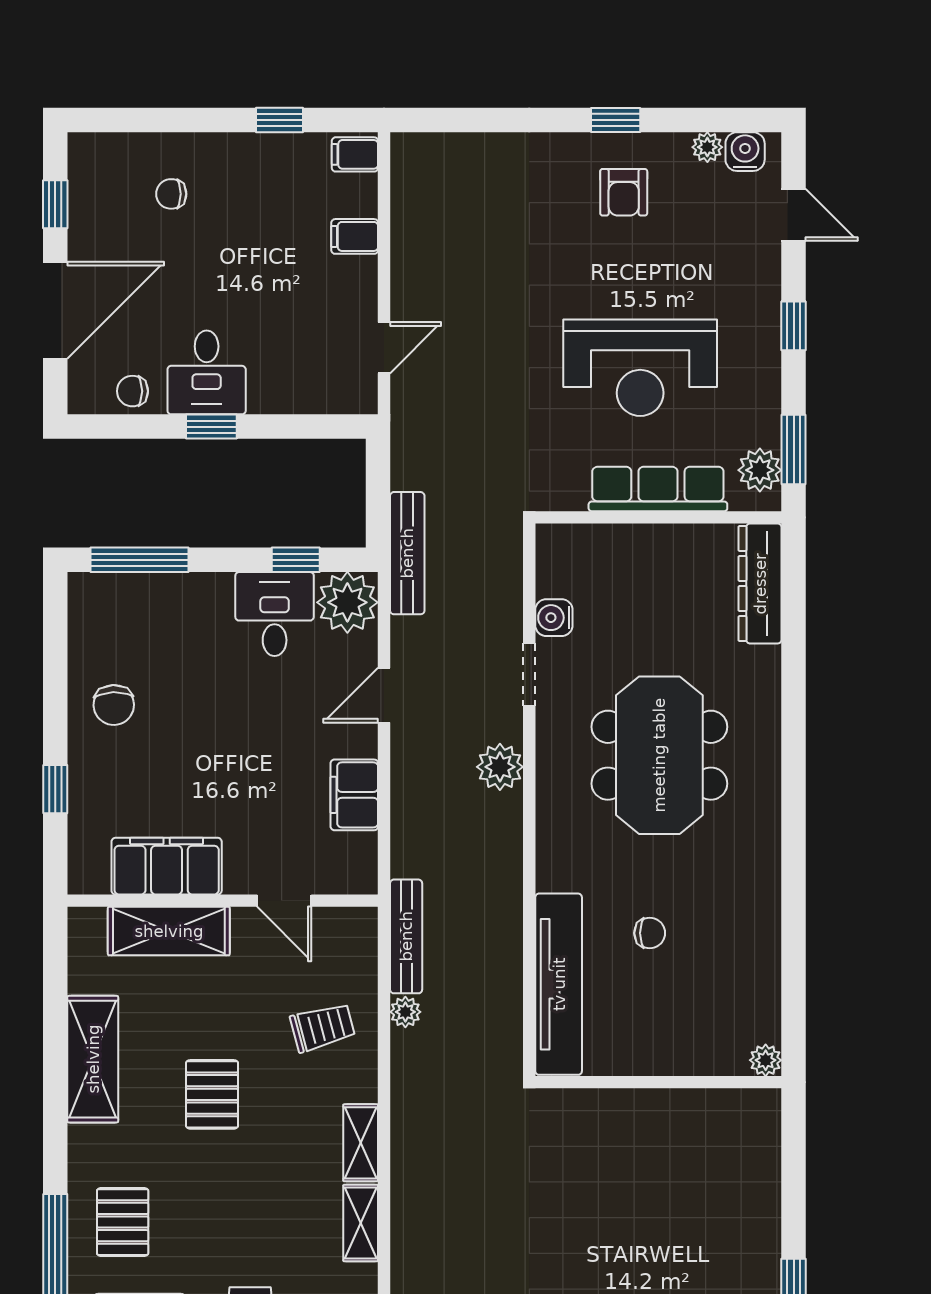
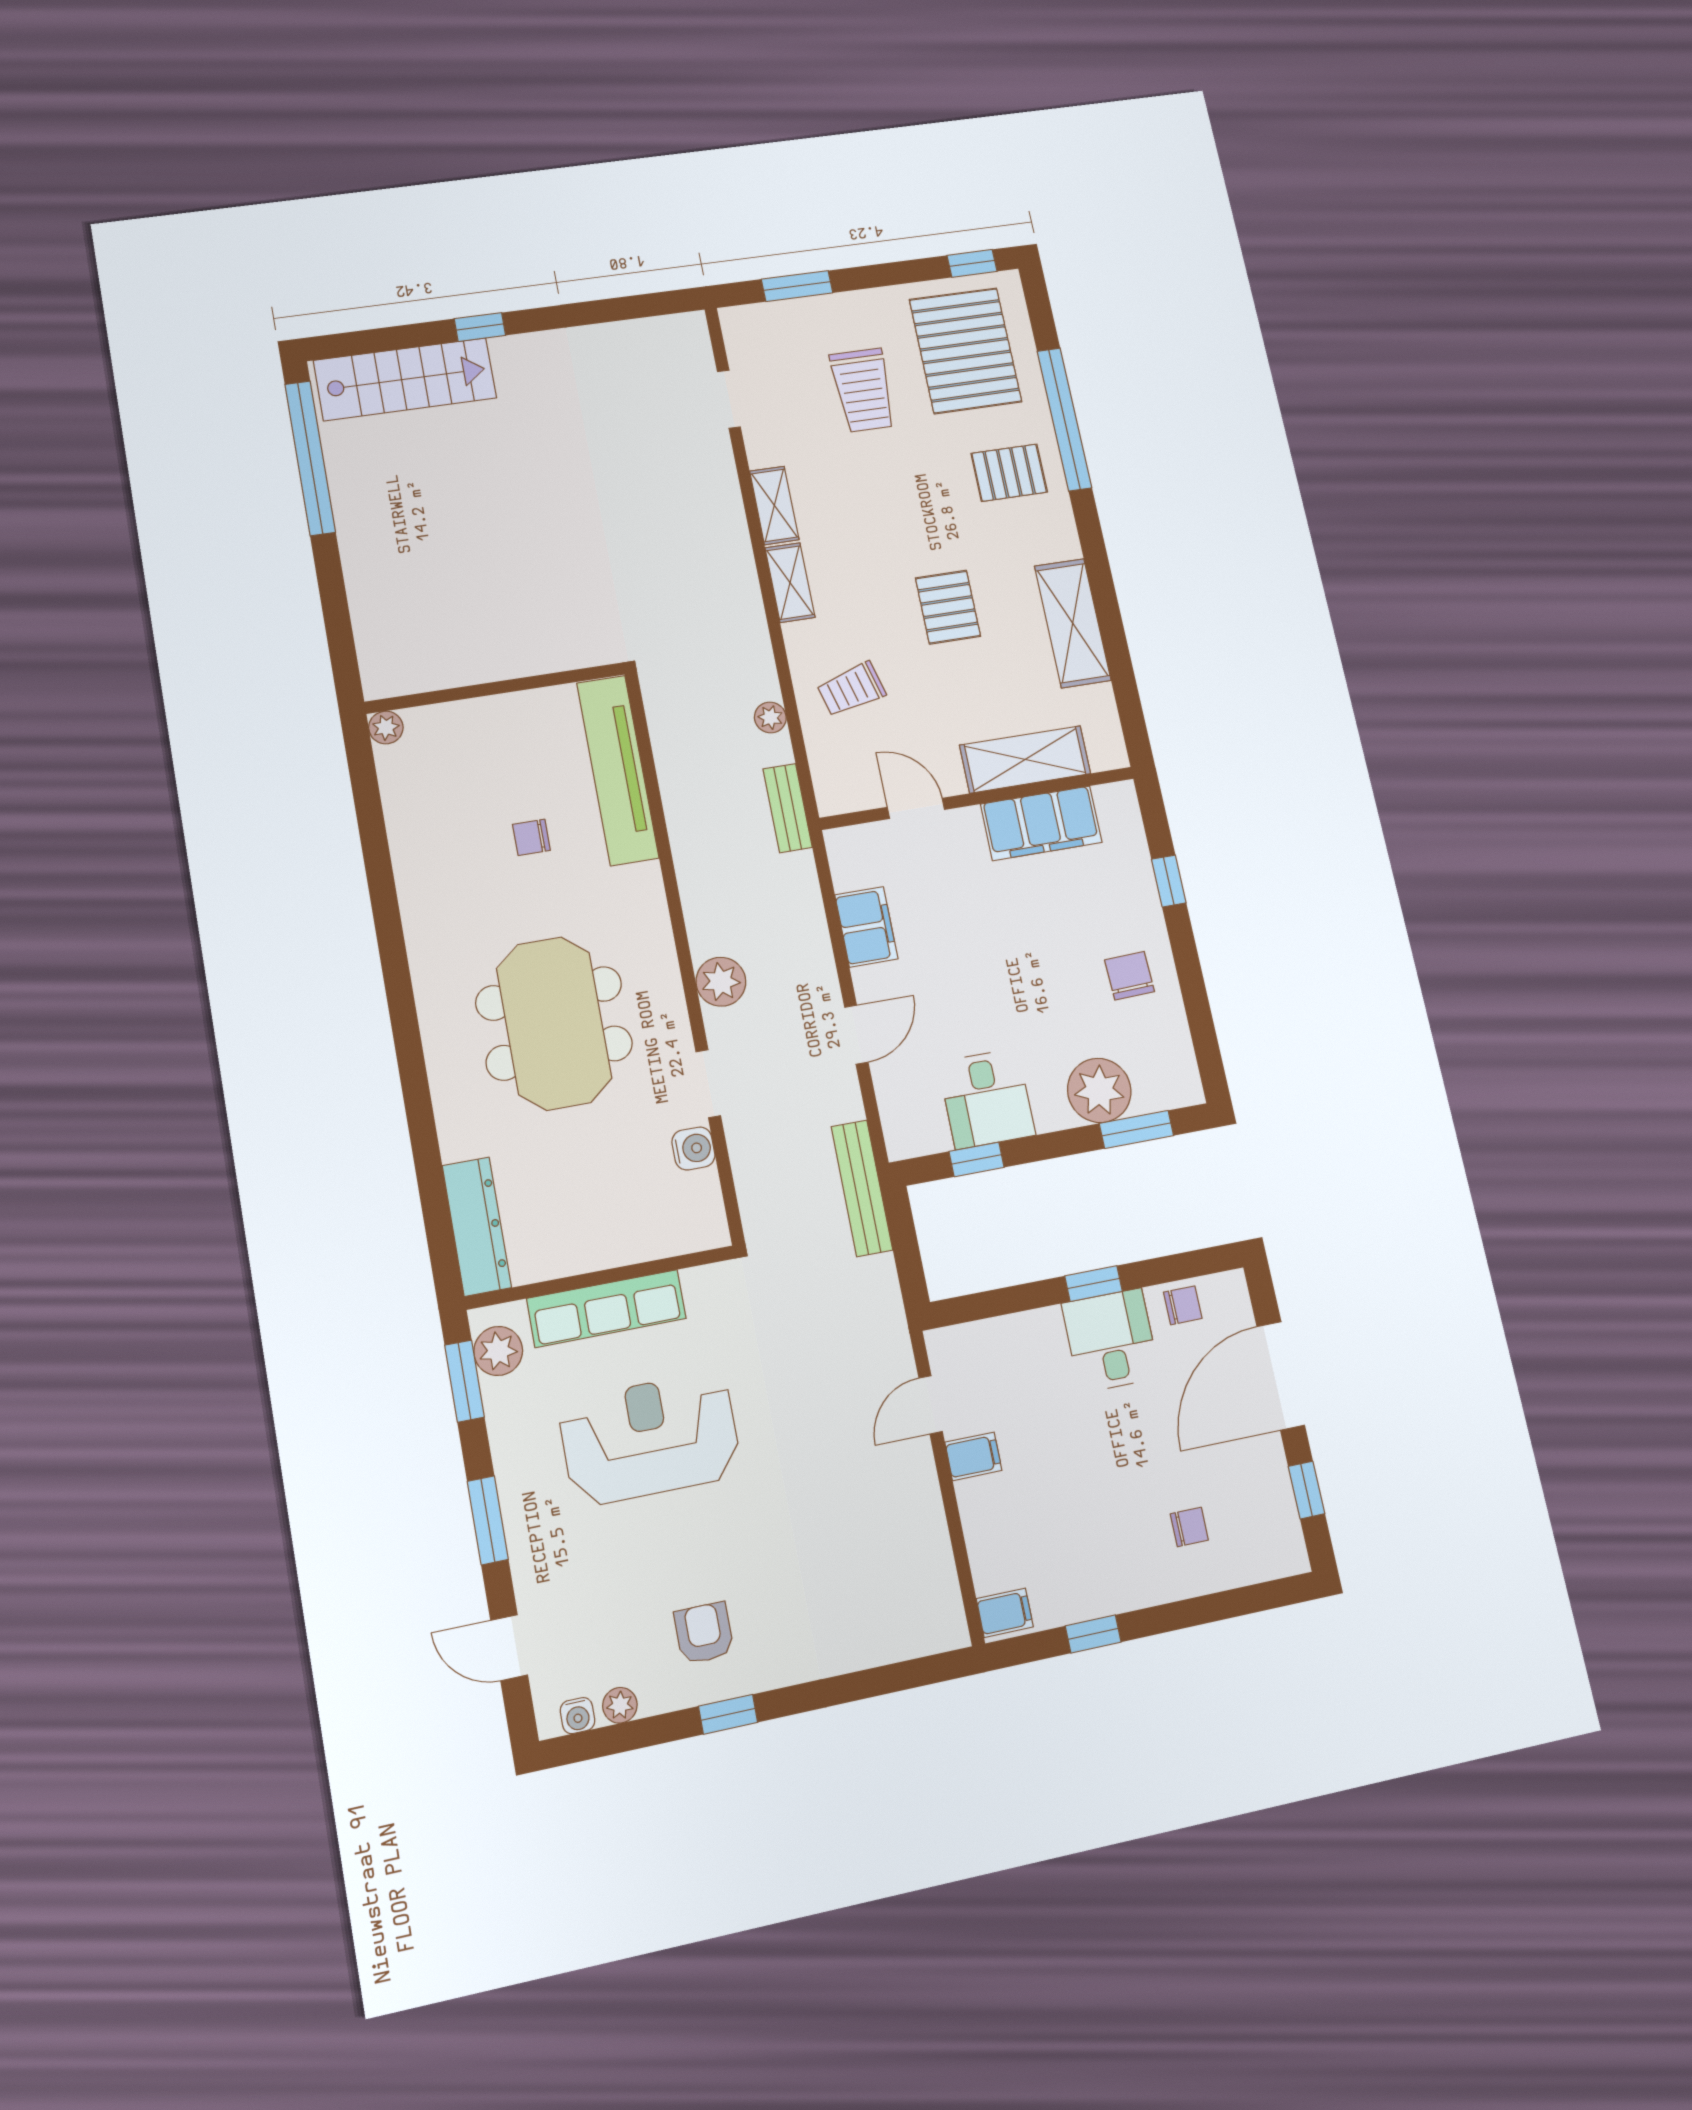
water cooler: (745, 152) -> (577, 1716), width x0.72, depth x0.72
filing cabinet: (355, 236) -> (973, 1456), moved
window: (794, 326) -> (488, 1520), width x1.50
window: (140, 560) -> (1136, 1129), width x0.69
plant: (347, 602) -> (1099, 1090), moved
bench: (406, 936) -> (788, 808), width x0.73
pallet: (123, 1222) -> (1009, 473), turned 90

